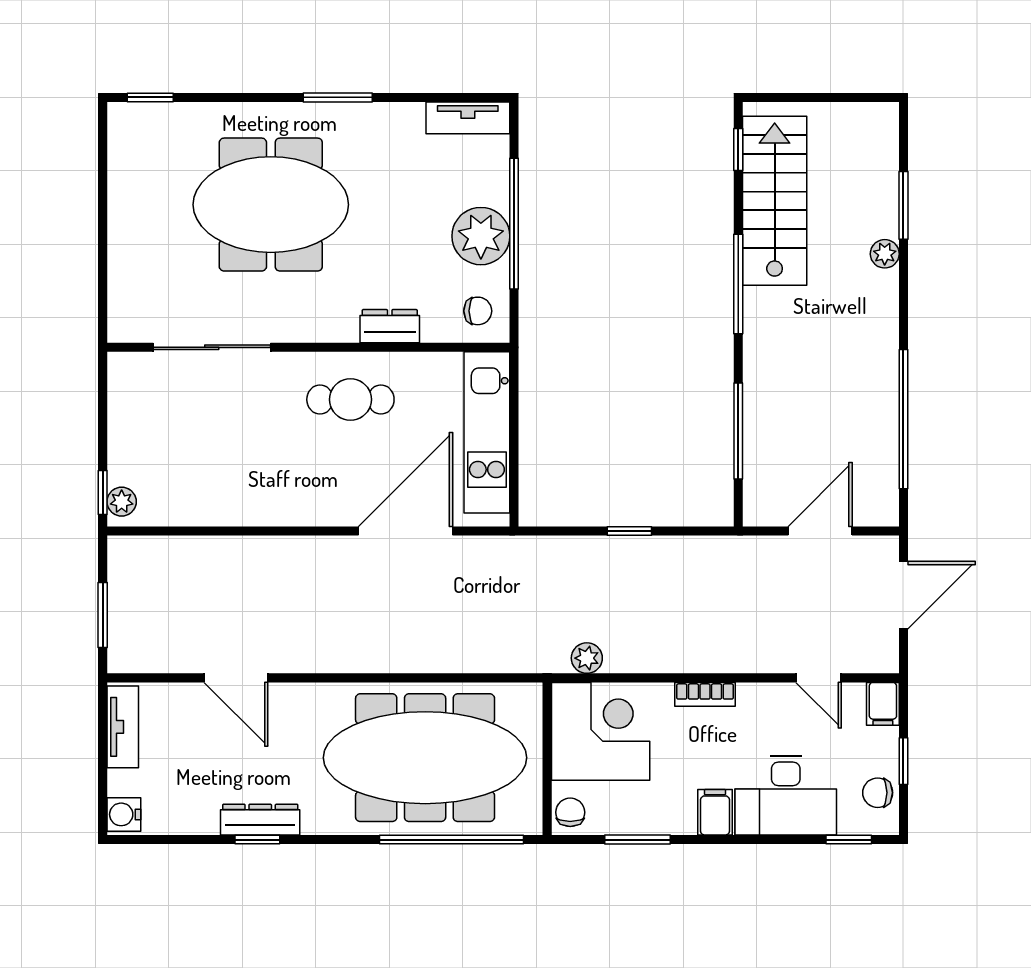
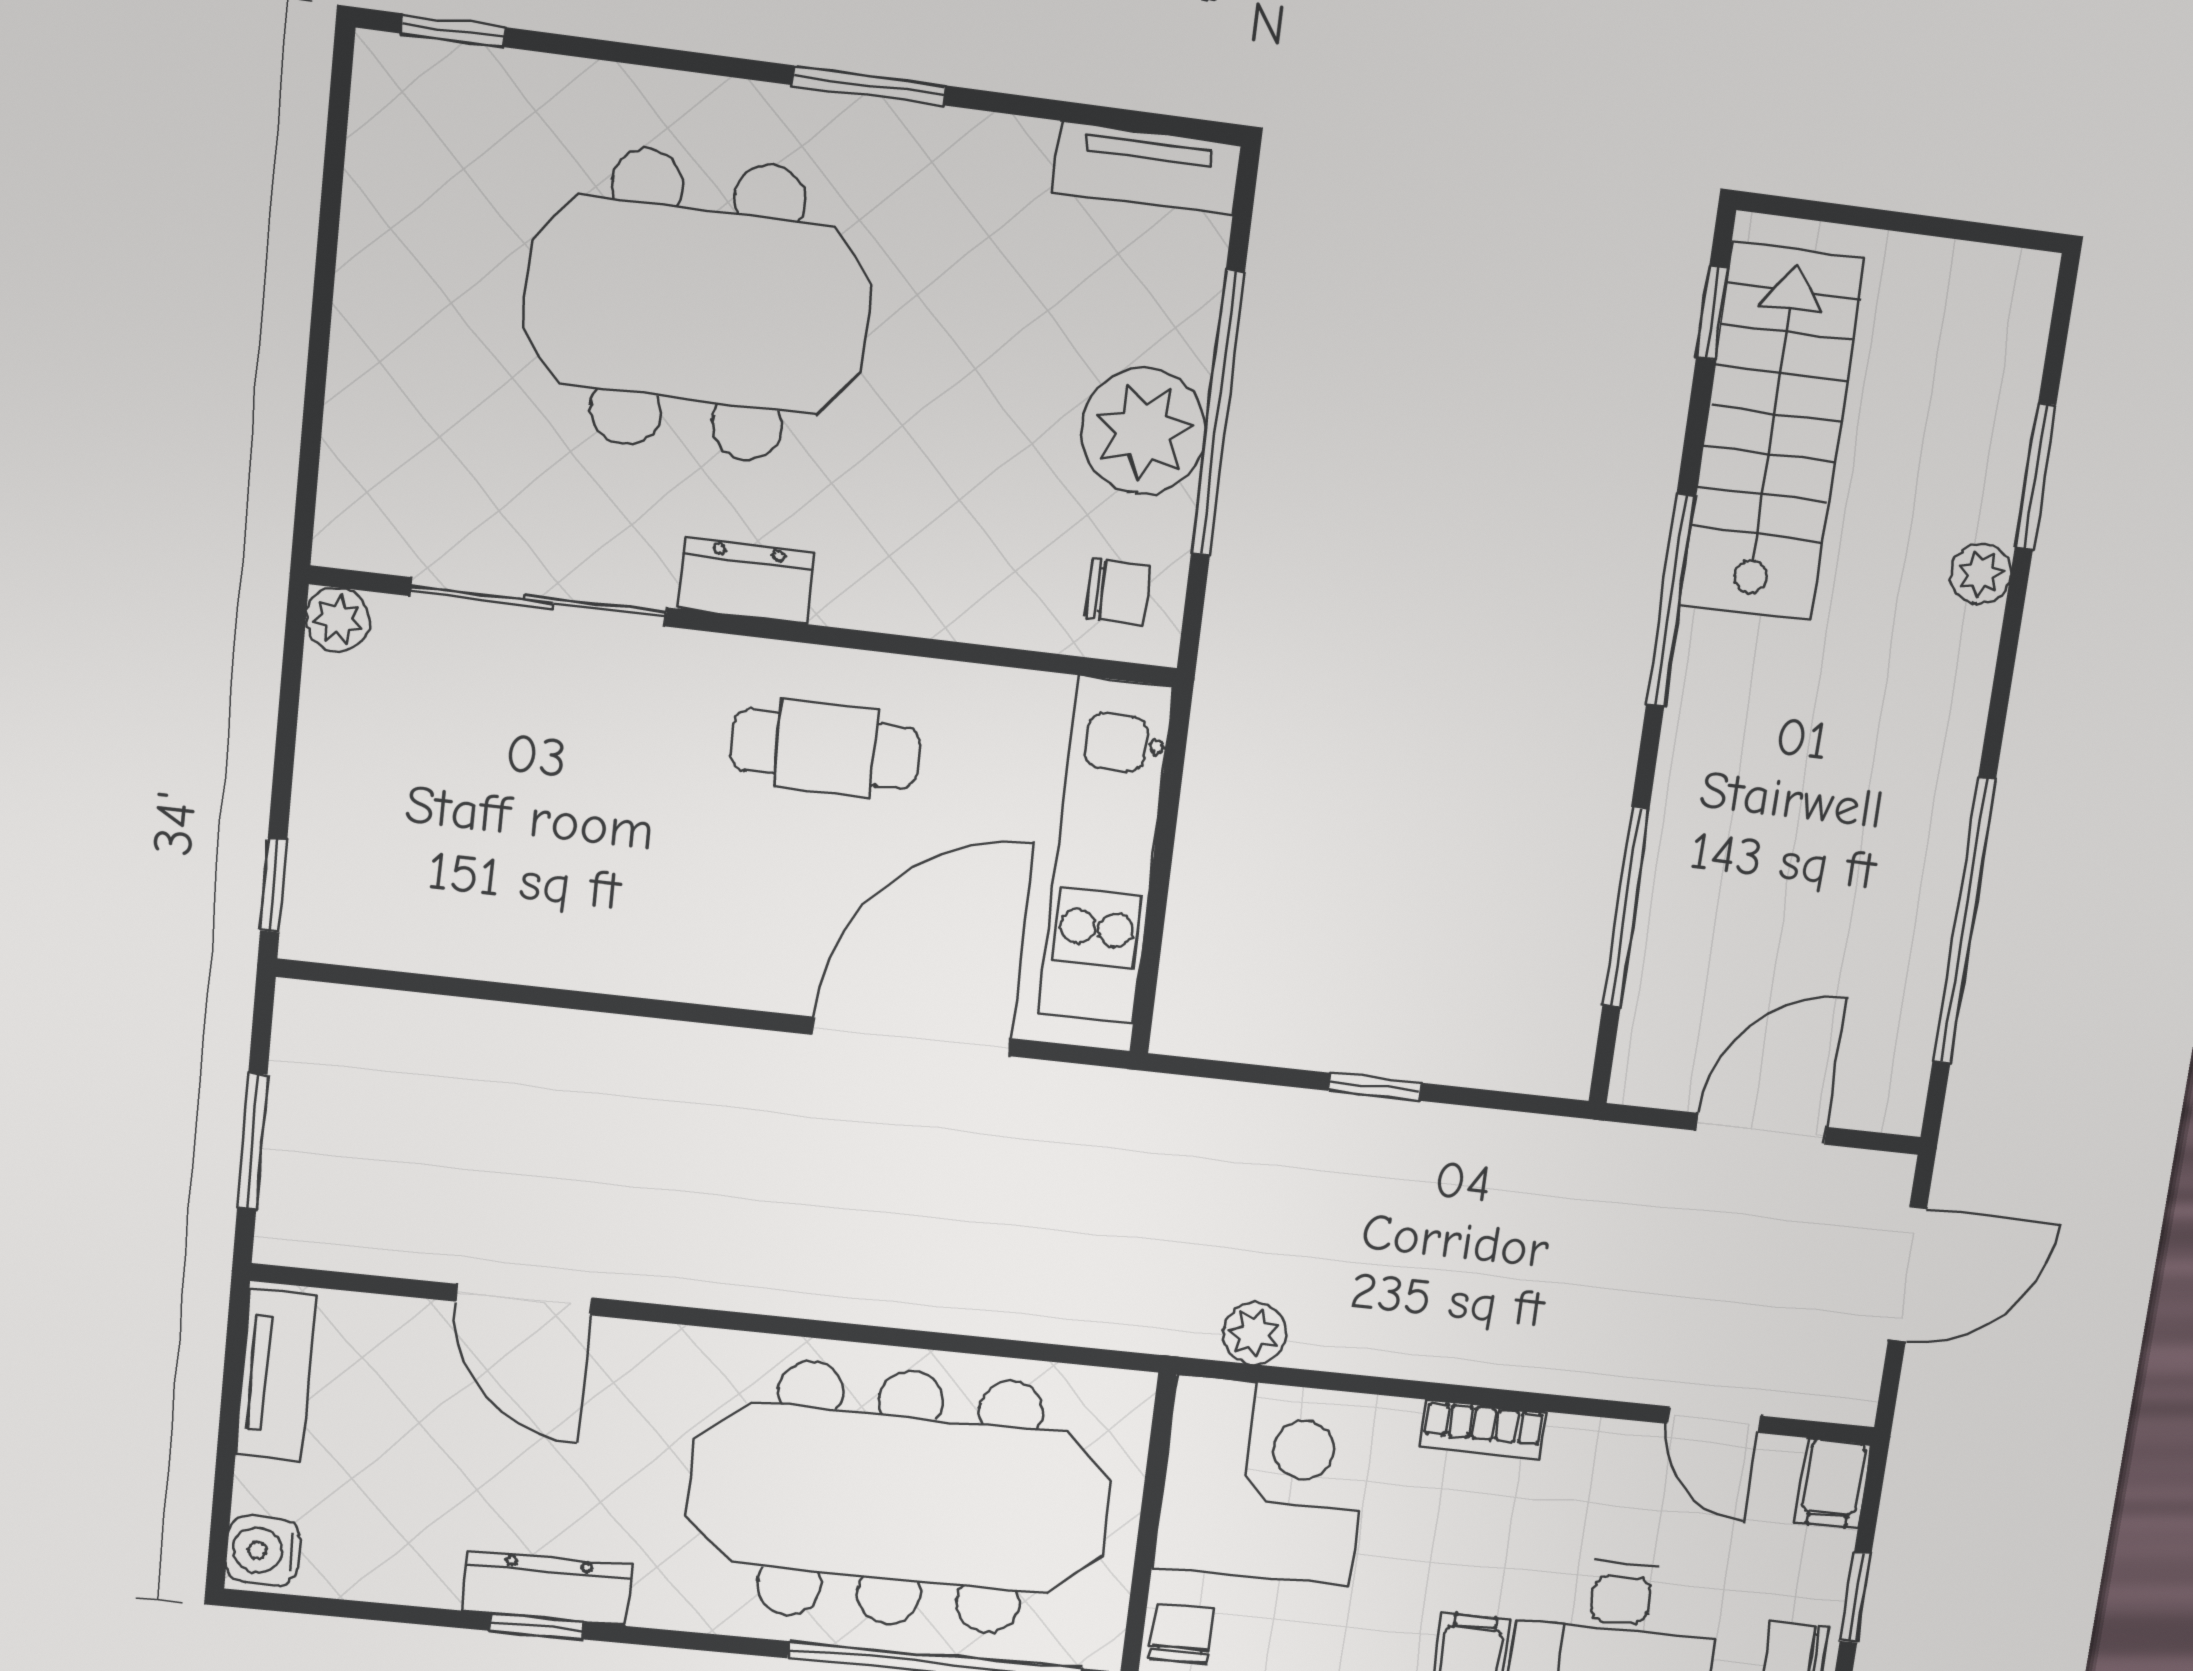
dresser: (390, 326) -> (746, 580), moved
plant: (122, 502) -> (338, 620), moved

